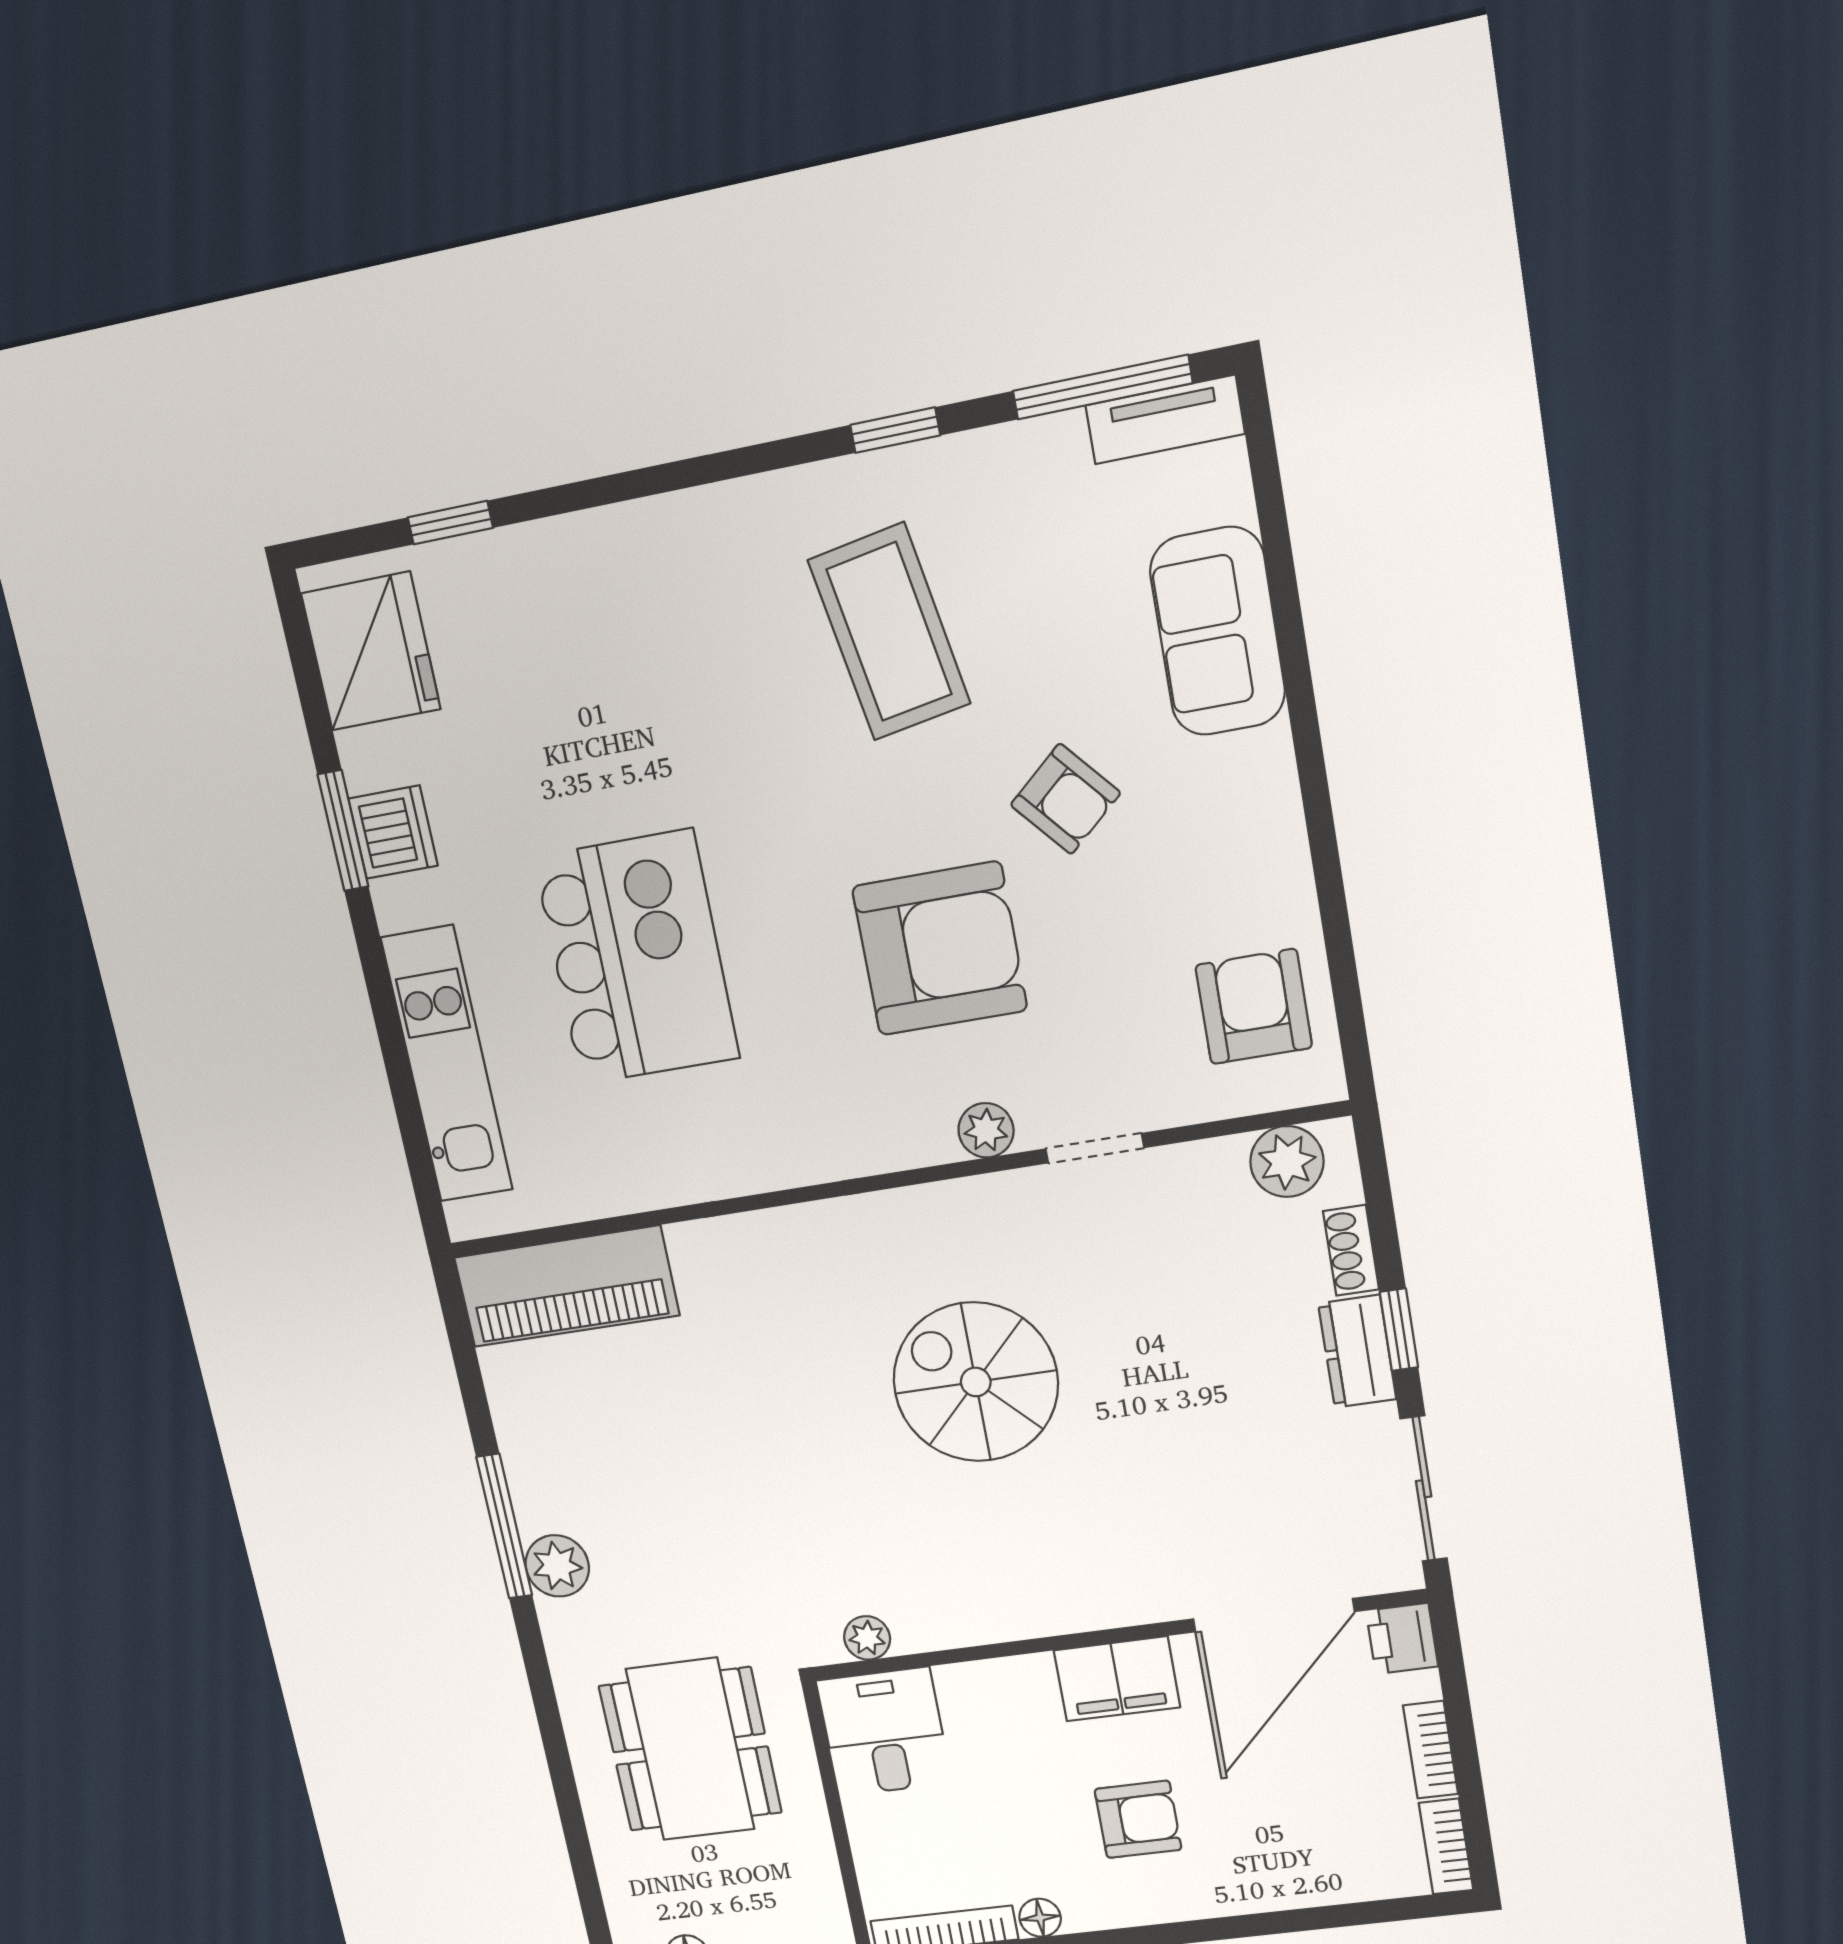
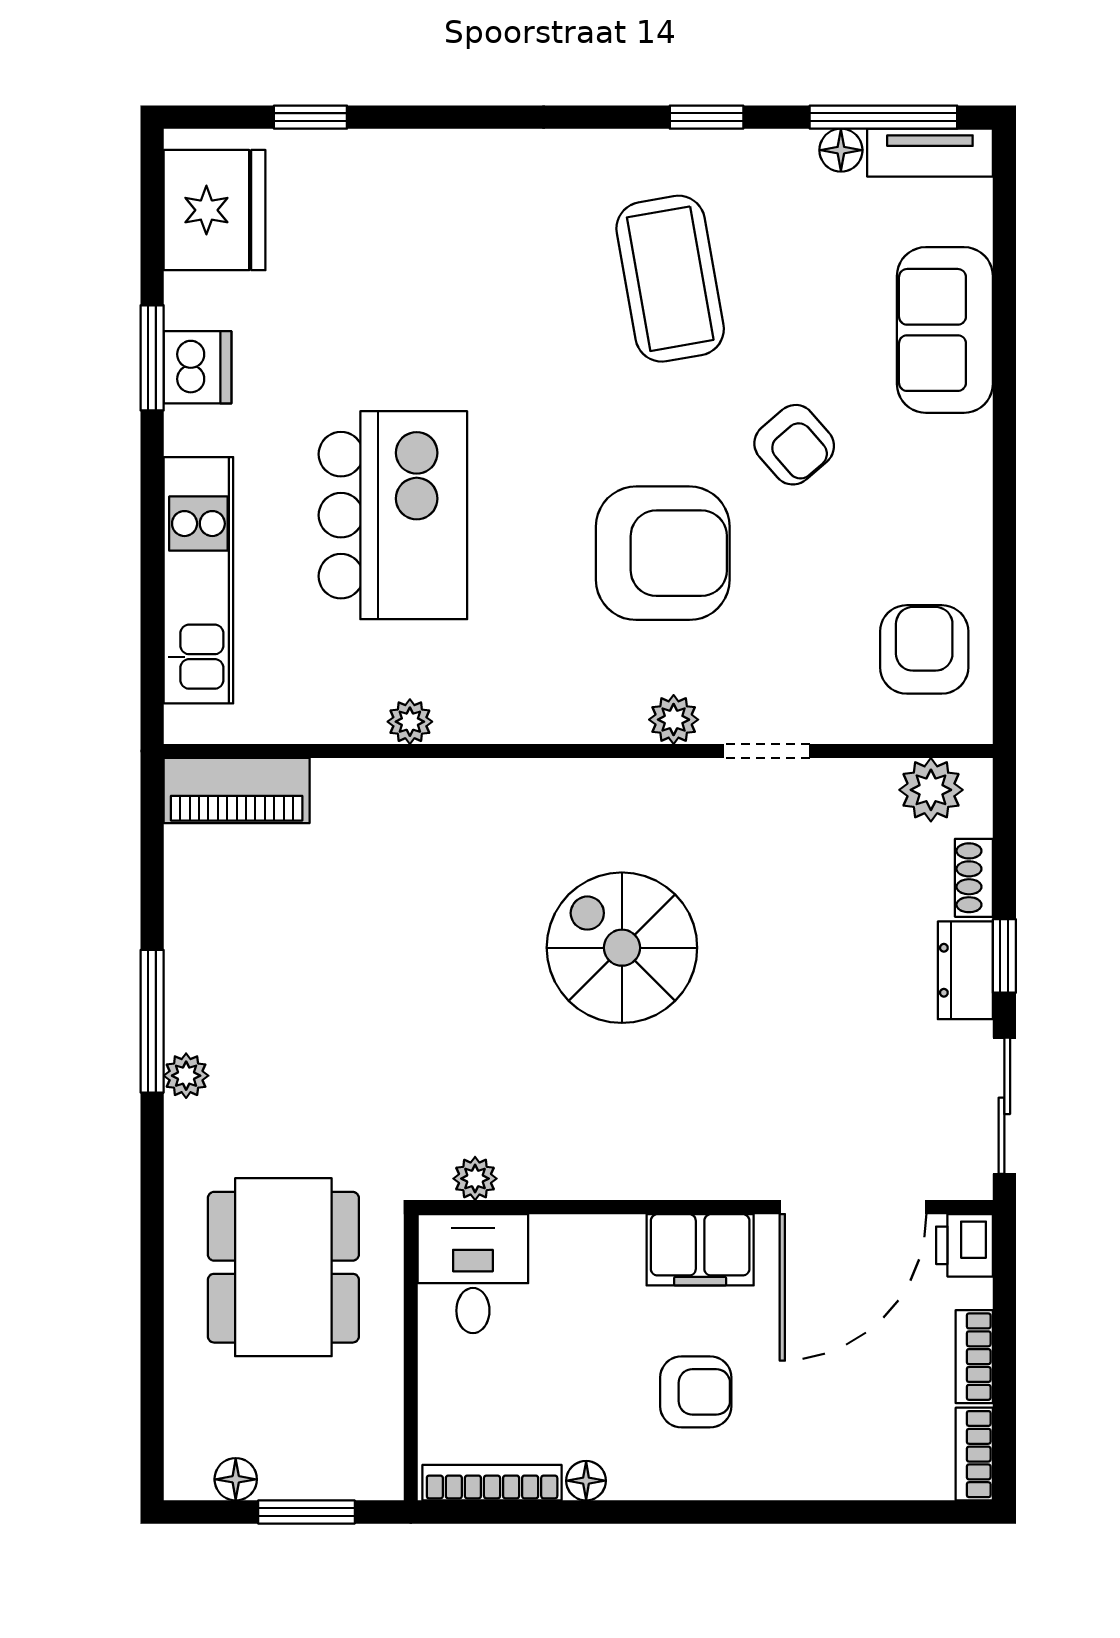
floor lamp: (1059, 438) -> (841, 150), added
plant: (702, 1178) -> (410, 722), added
piano: (567, 1286) -> (237, 791), width x0.73, depth x0.75
plant: (557, 1566) -> (186, 1076), width x0.73, depth x0.73

